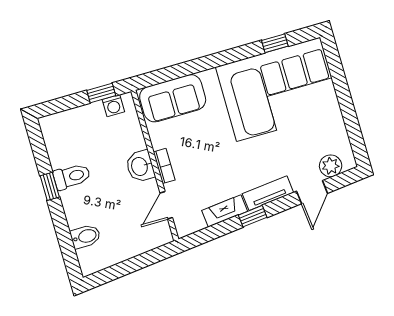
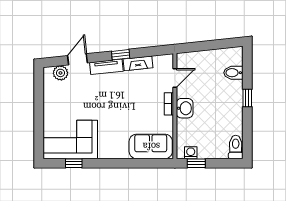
corner sofa: (278, 89) -> (70, 139), width x0.73, depth x0.74
toilet: (72, 176) -> (236, 147), moved, turned 90
window: (50, 186) -> (247, 98), moved

